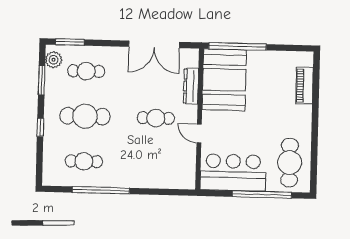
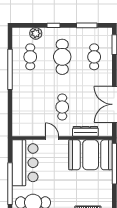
plant: (54, 60) -> (36, 33), moved
door: (199, 134) -> (52, 138), hinge flipped

